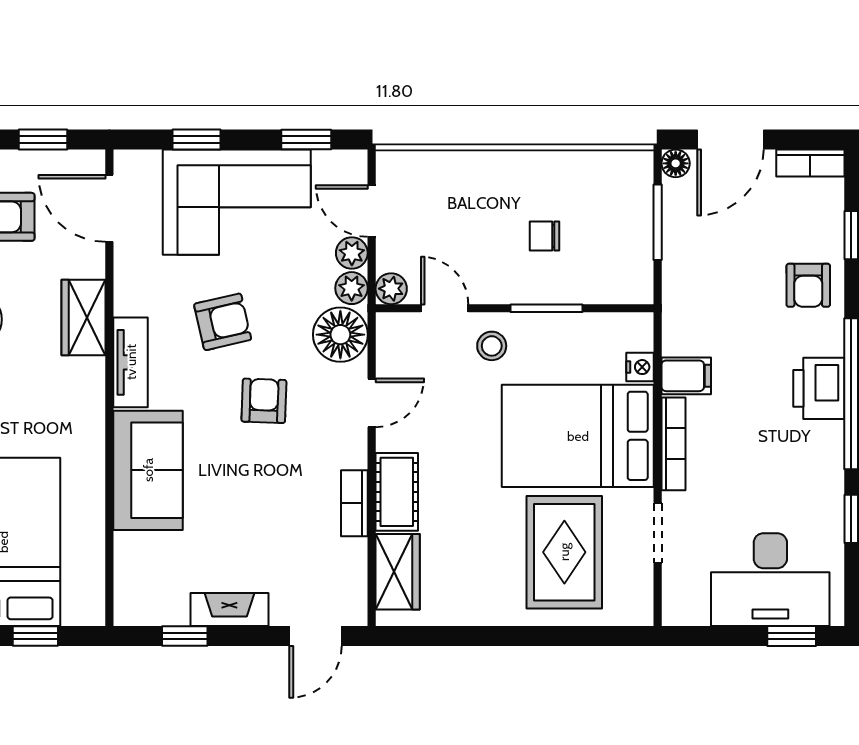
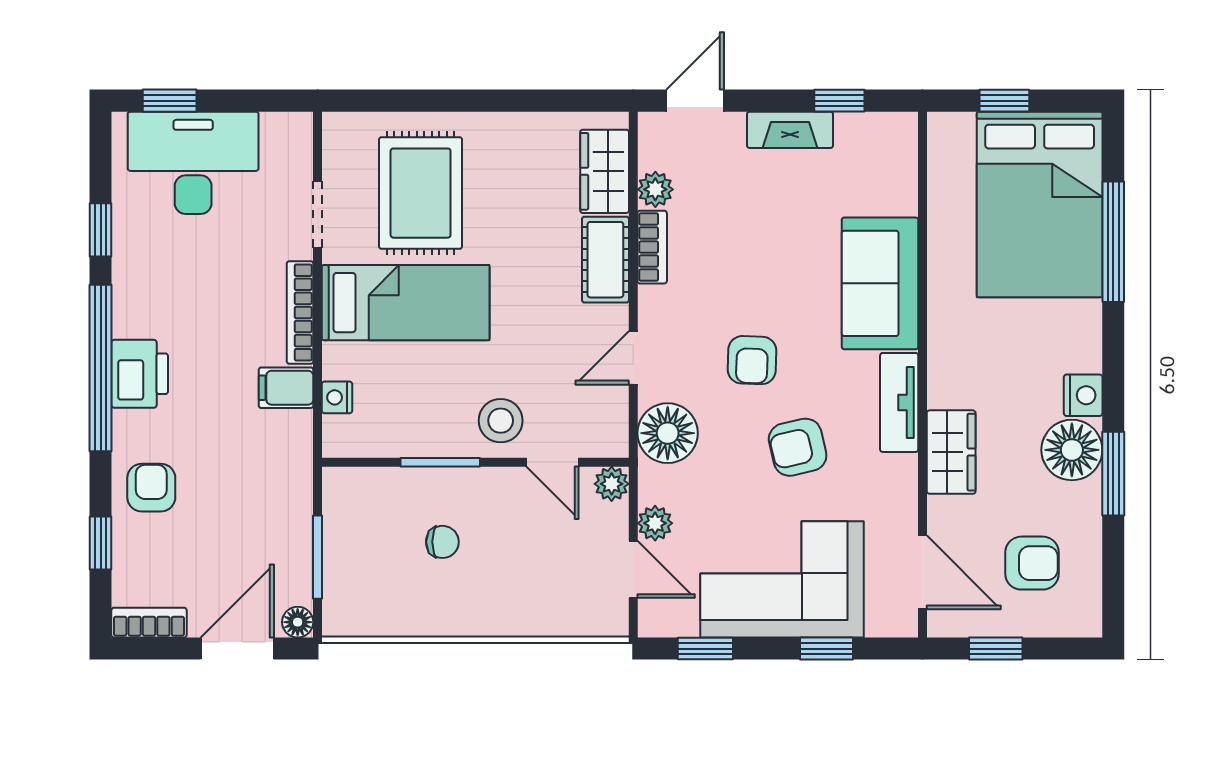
plant: (352, 288) -> (655, 189), moved
stool: (492, 346) -> (501, 421), width x1.37, depth x1.37
bed: (578, 436) -> (406, 303), width x0.67

